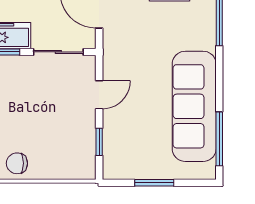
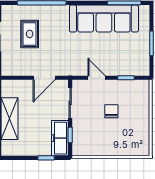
chair: (17, 163) -> (111, 111), moved, turned 180

